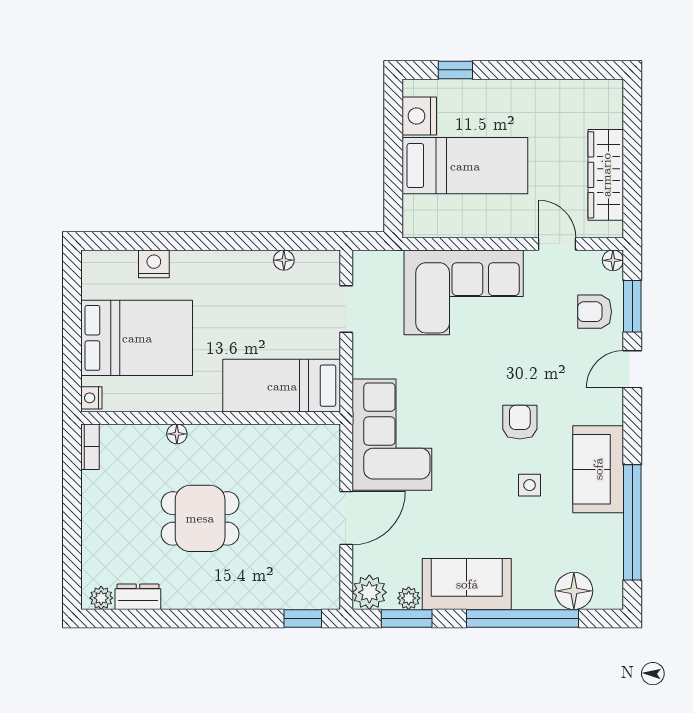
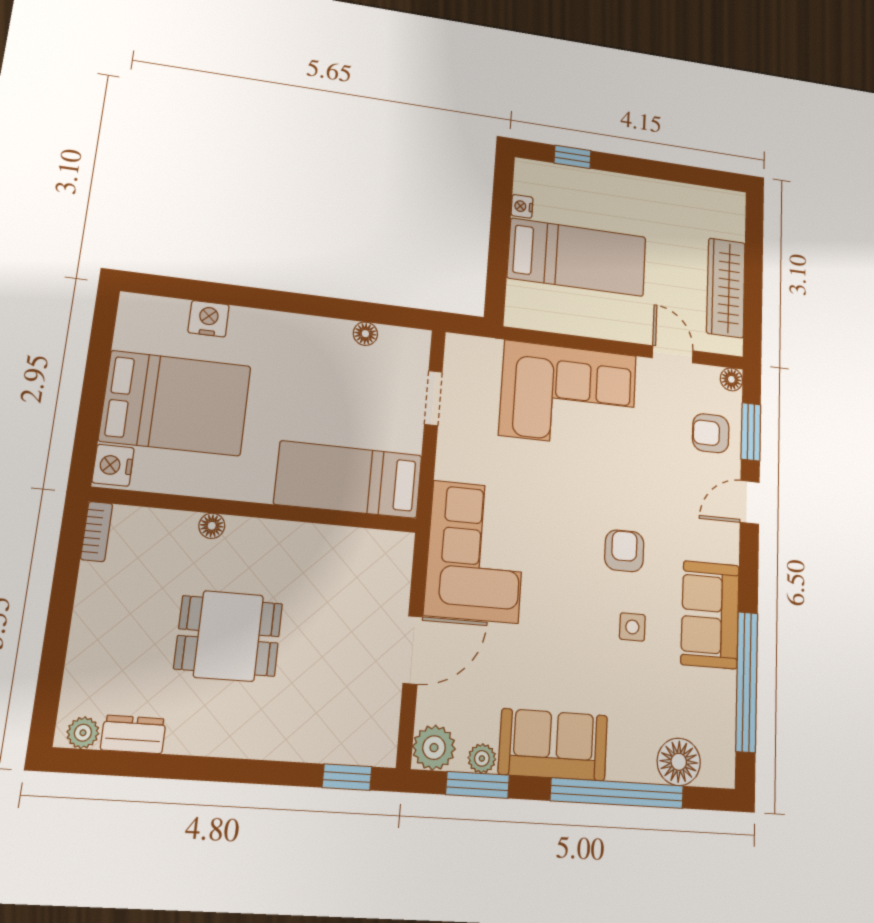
nightstand: (419, 116) -> (522, 206), width x0.53, depth x0.56
nightstand: (91, 398) -> (113, 465), width x1.39, depth x1.35

